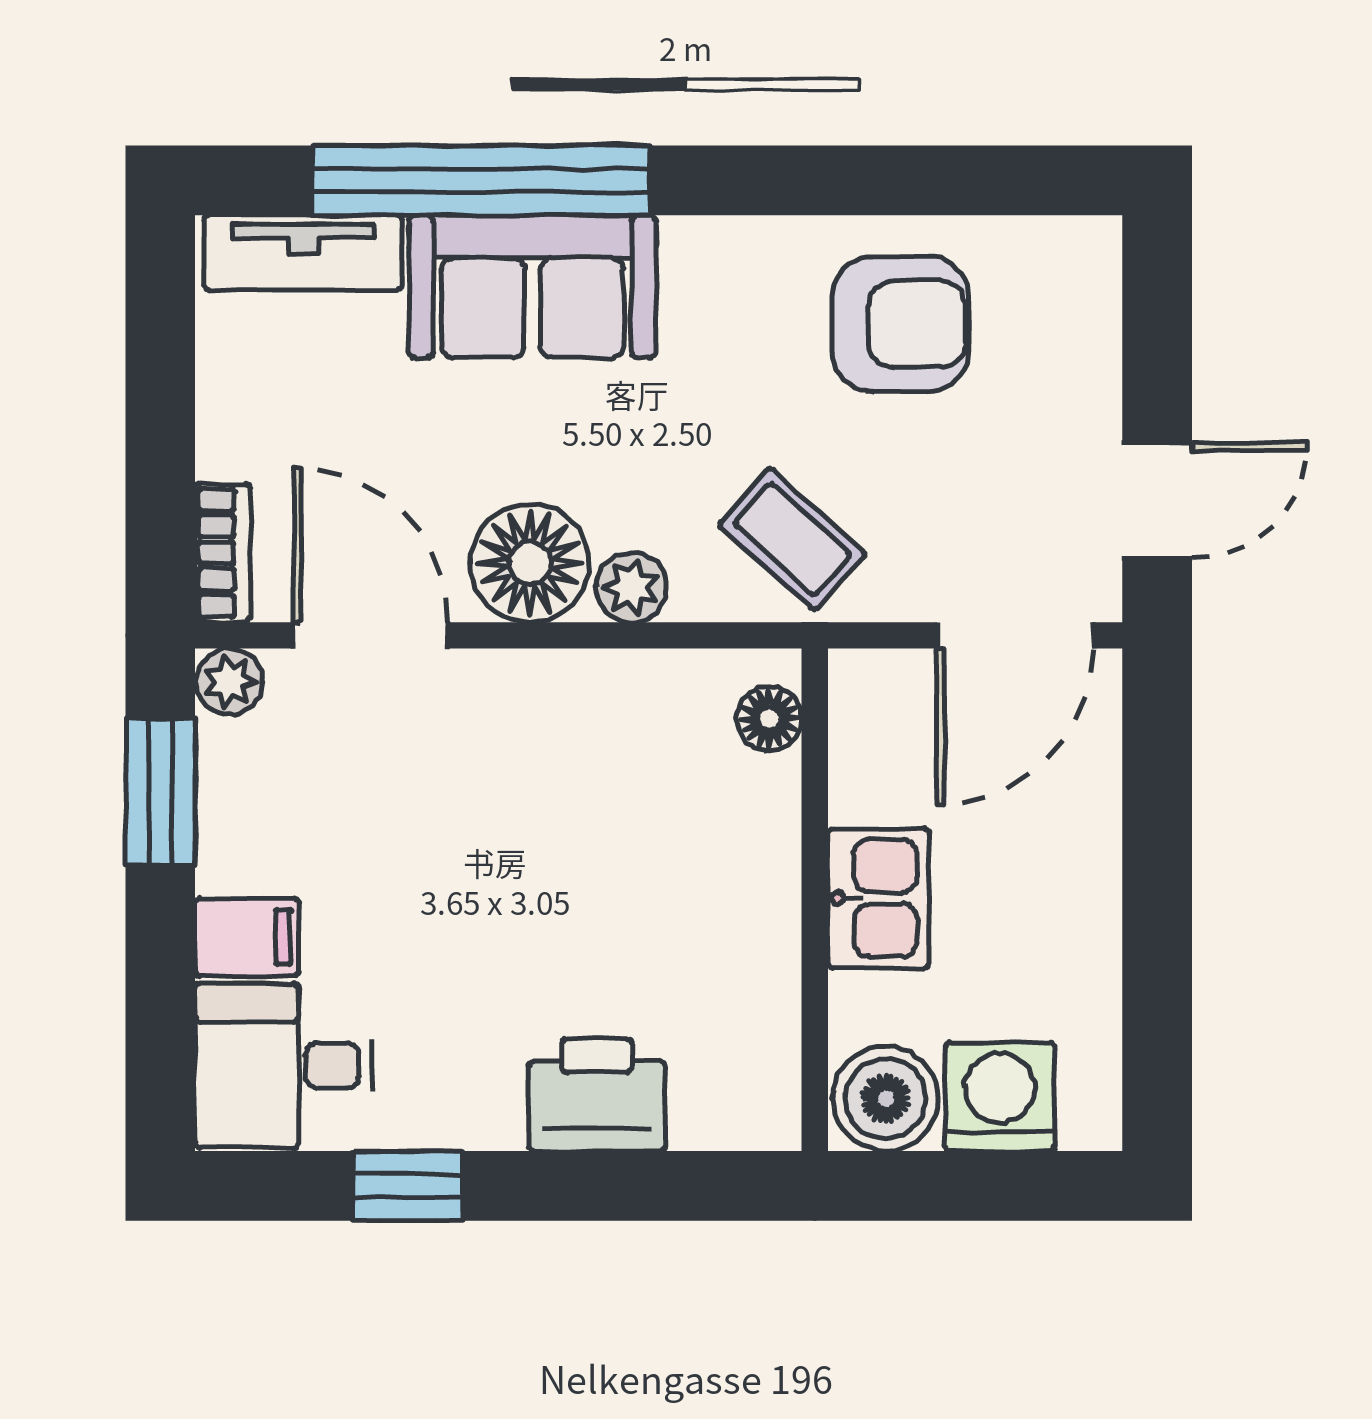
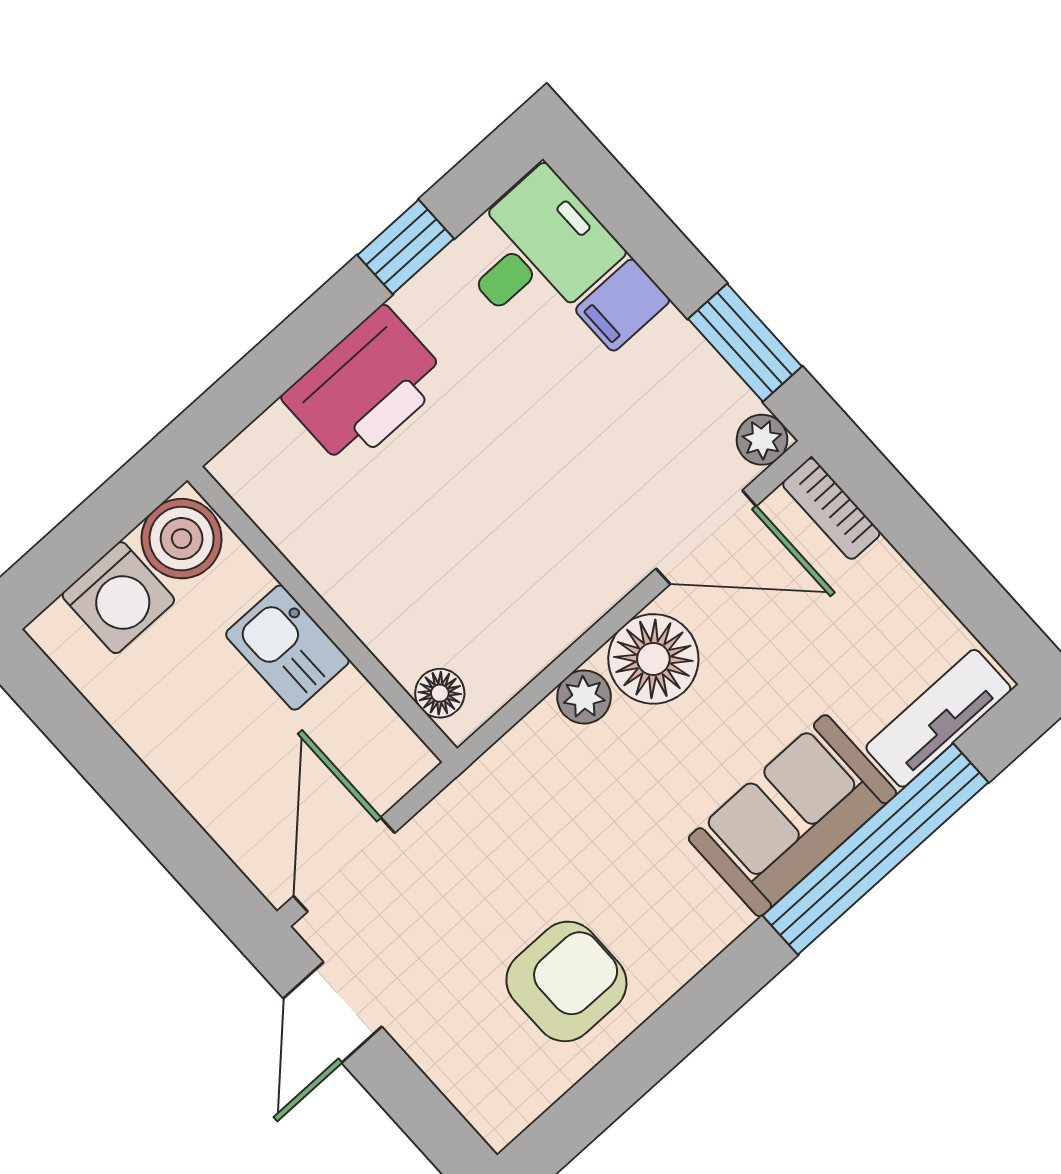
armchair: (901, 324) -> (566, 981), turned 180
coffee table: (792, 539) -> (518, 806), removed
printer: (597, 1095) -> (366, 387), width x1.37, depth x1.19

